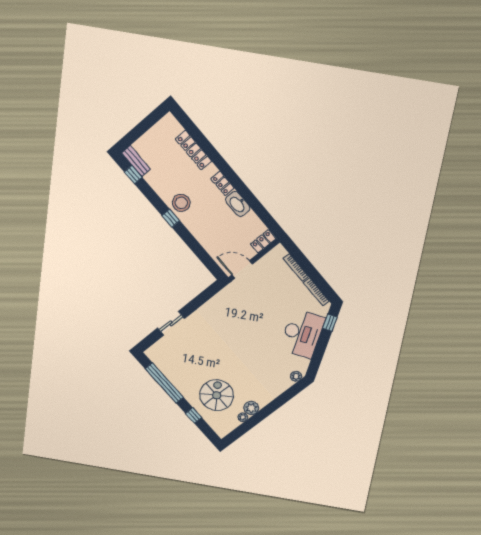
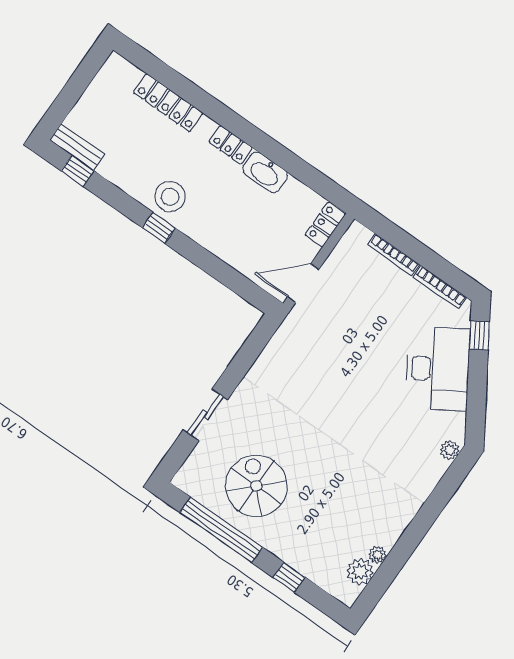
spiral stairs: (217, 395) -> (256, 486), moved
plant: (251, 408) -> (360, 572), moved

